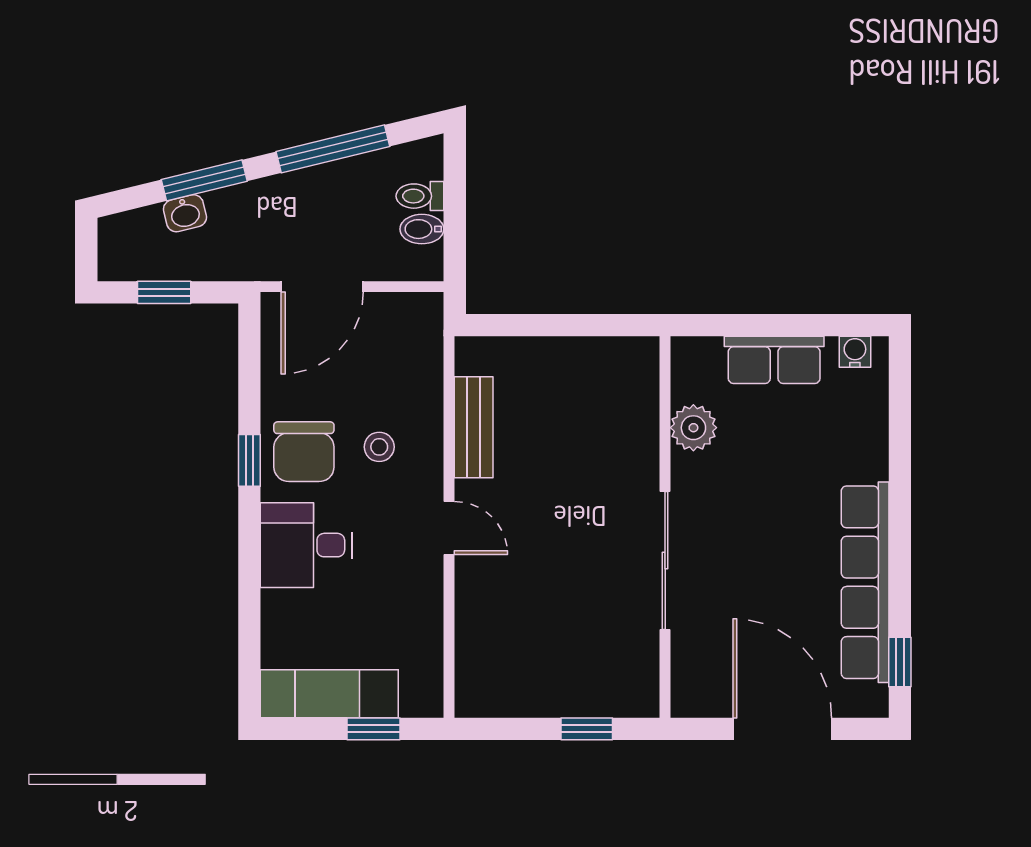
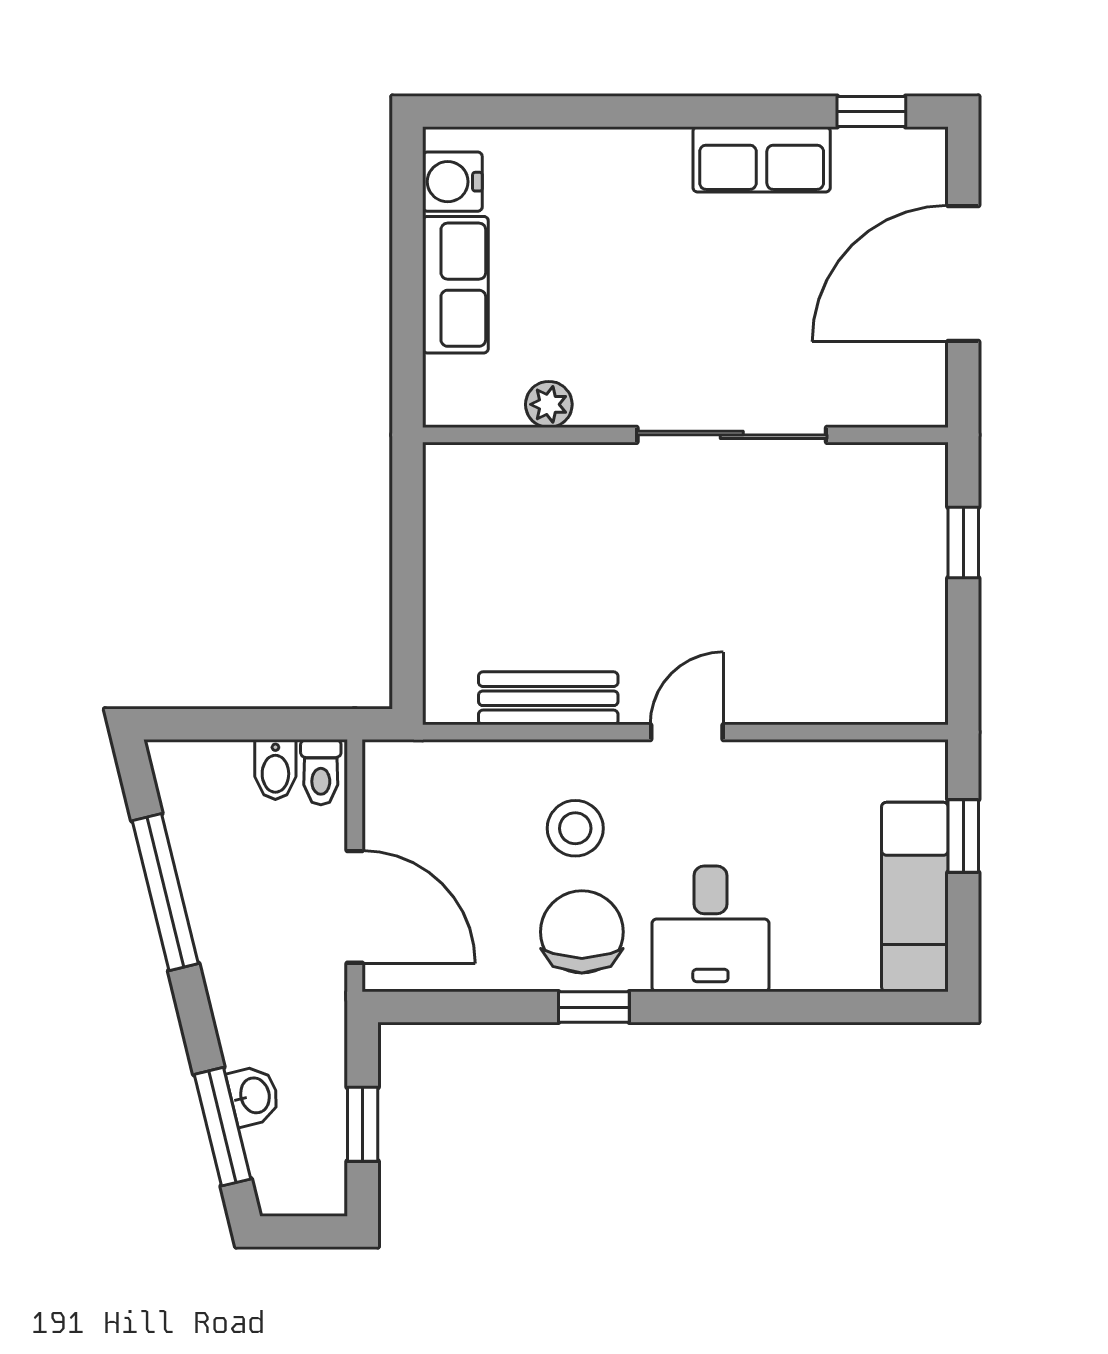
window: (204, 180) -> (223, 1127), moved
toilet: (420, 196) -> (321, 772), moved
water cooler: (855, 352) -> (452, 182), width x1.38, depth x1.38
plant: (693, 428) -> (549, 404), width x0.73, depth x0.73
stool: (379, 447) -> (575, 828), width x1.37, depth x1.37
chair: (304, 452) -> (582, 932), turned -90
row of seats: (865, 582) -> (762, 159), width x0.50

